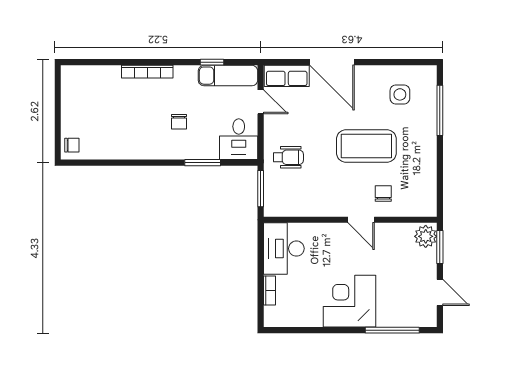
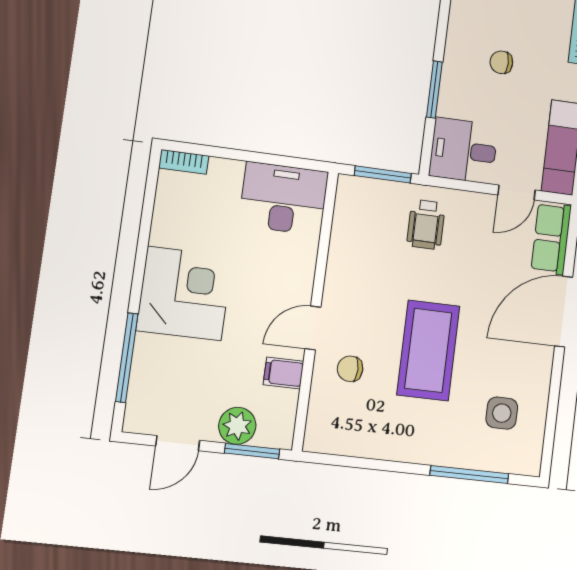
chair: (383, 194) -> (350, 369), turned 180
filing cabinet: (391, 234) -> (284, 373), added
plant: (426, 236) -> (237, 426), moved
bookcase: (269, 291) -> (184, 162), moved

